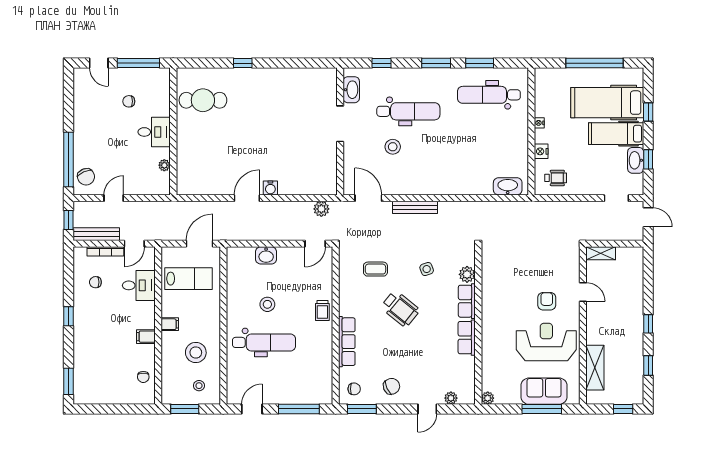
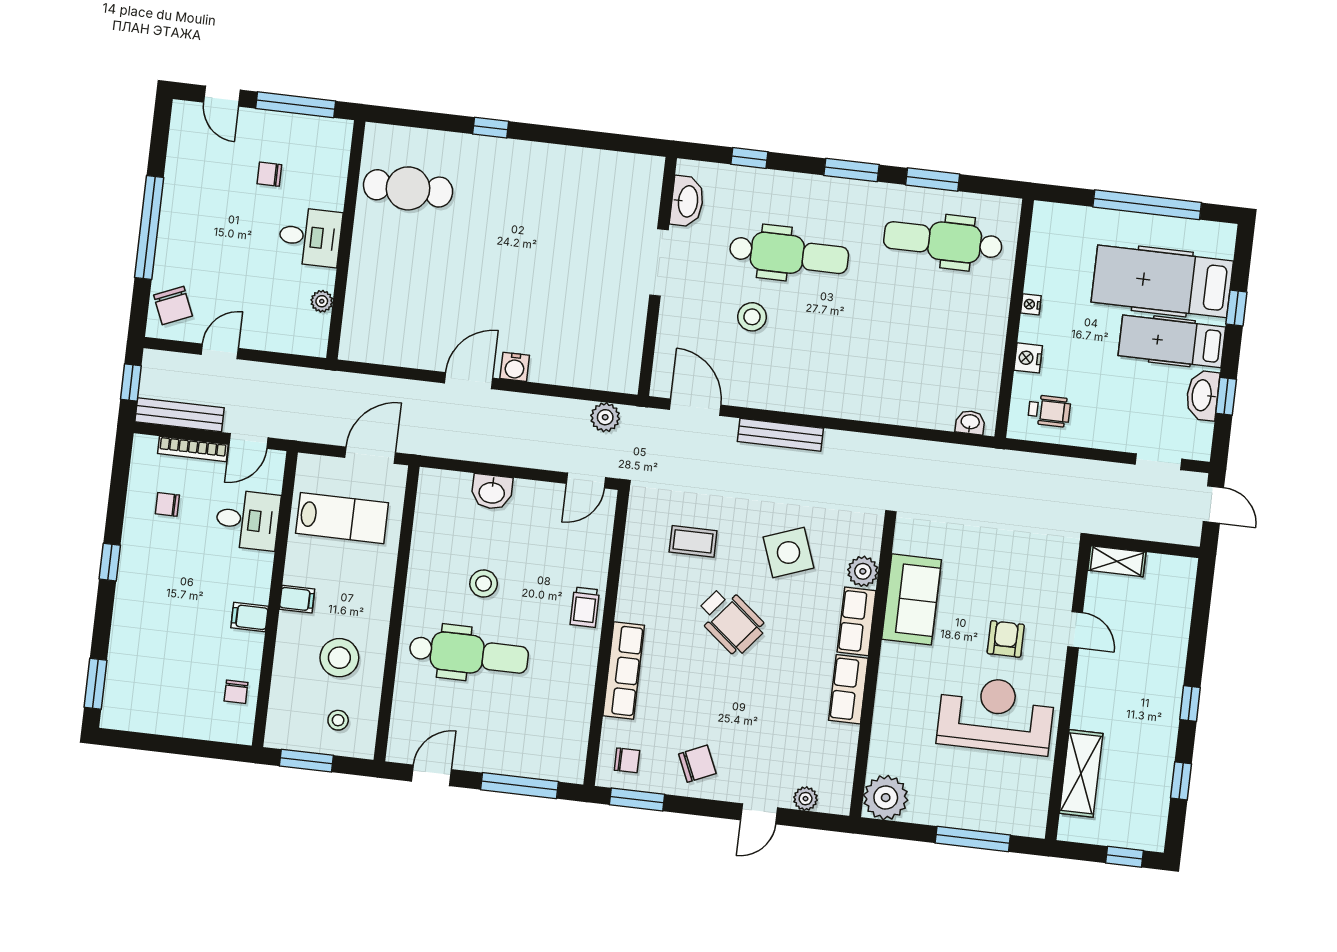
window: (69, 160) -> (149, 228), moved
washbasin: (508, 186) -> (970, 422), width x0.52, depth x0.69
side table: (427, 269) -> (789, 552), width x1.87, depth x1.87
sofa: (544, 391) -> (911, 599), moved, turned 90
plant: (488, 398) -> (886, 798), width x1.88, depth x1.88

